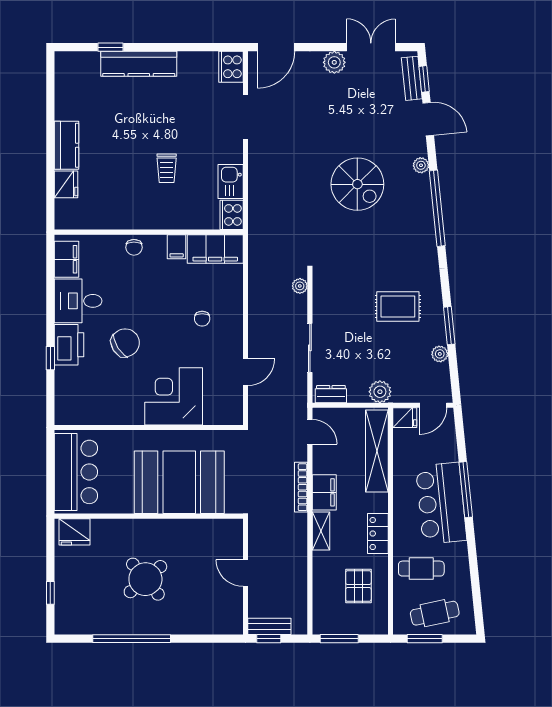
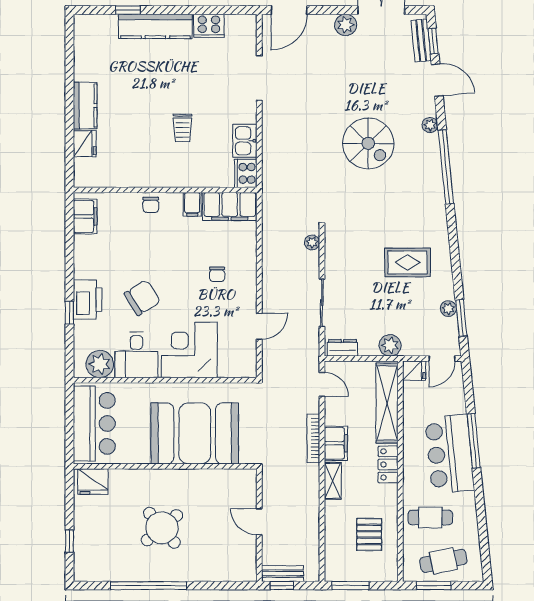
cooker: (231, 67) -> (209, 26), moved, turned -90
desk: (78, 301) -> (136, 355), moved, turned -90
window: (449, 326) -> (461, 318), moved
plant: (82, 411) -> (100, 364), added
locker: (378, 534) -> (388, 464), moved

